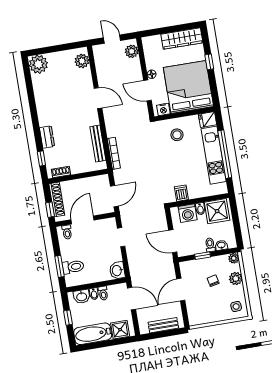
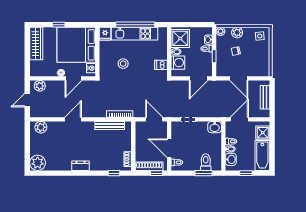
stool: (177, 135) -> (123, 64), moved
dresser: (47, 137) -> (80, 166), moved

